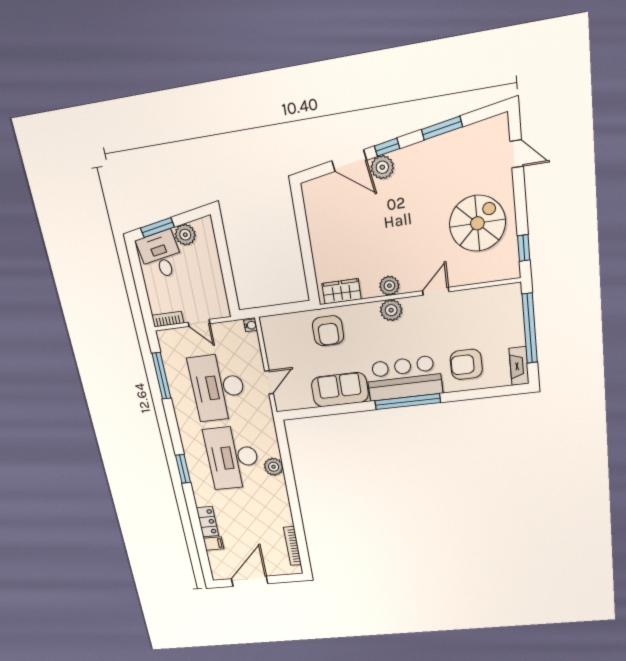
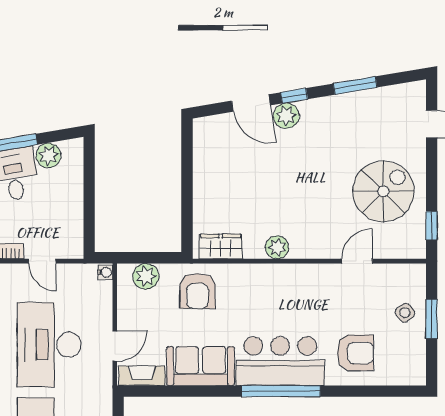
door: (436, 291) -> (357, 261), moved
plant: (391, 310) -> (146, 276), moved
side table: (506, 326) -> (405, 313), added
window: (530, 328) -> (432, 319), width x0.47
armchair: (466, 364) -> (355, 353), turned 180
fireplace: (519, 366) -> (142, 376), moved, turned 90

